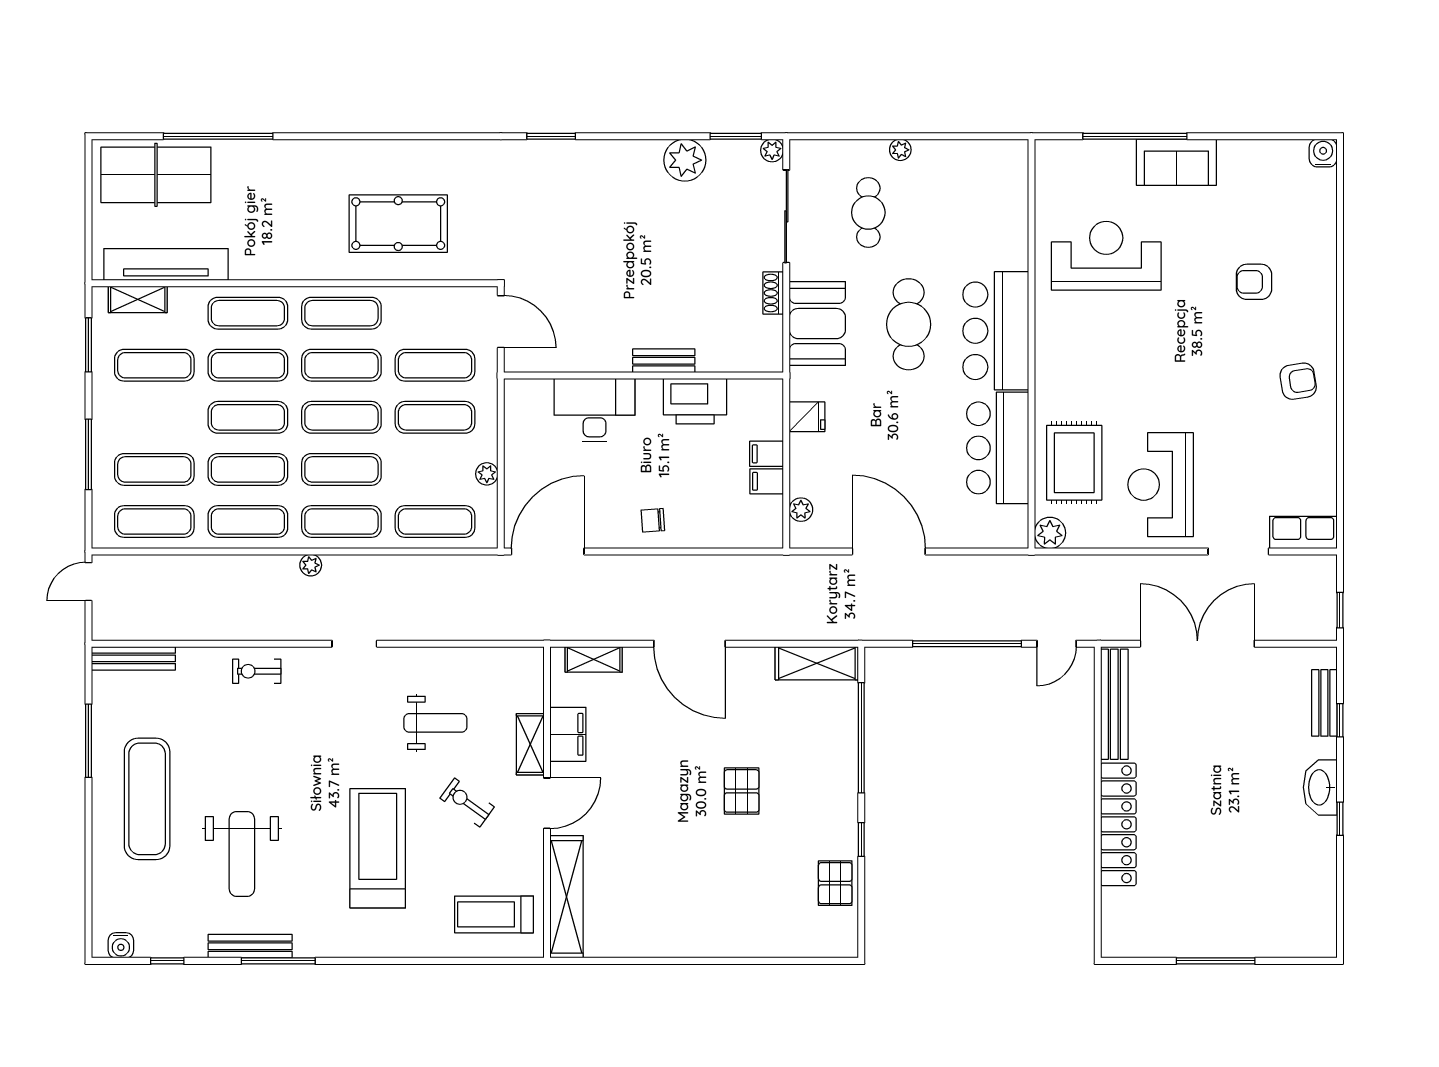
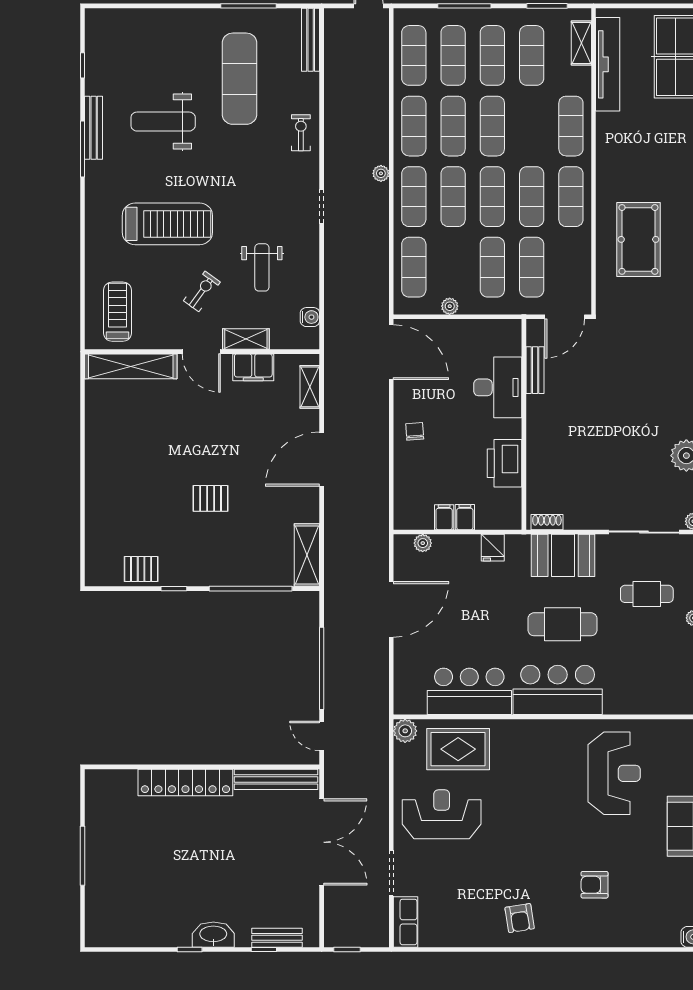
armchair: (1254, 282) -> (595, 885), turned -90
shoe rack: (773, 293) -> (547, 522), moved
bench: (664, 361) -> (535, 370), moved
exercise mat: (248, 365) -> (492, 55), moved
exercise mat: (147, 799) -> (240, 79), moved, turned 90
water cooler: (121, 945) -> (310, 317), moved, turned 180

